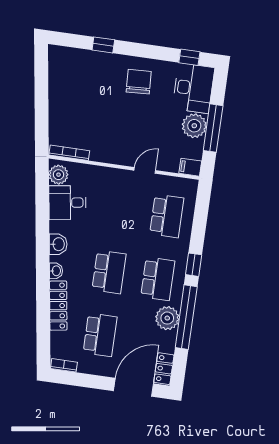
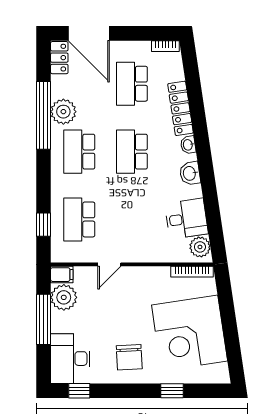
corner desk: (80, 96) -> (190, 333), added
plant: (194, 126) -> (64, 297), moved
window: (194, 265) -> (43, 225), moved
door: (133, 387) -> (89, 33), hinge flipped

